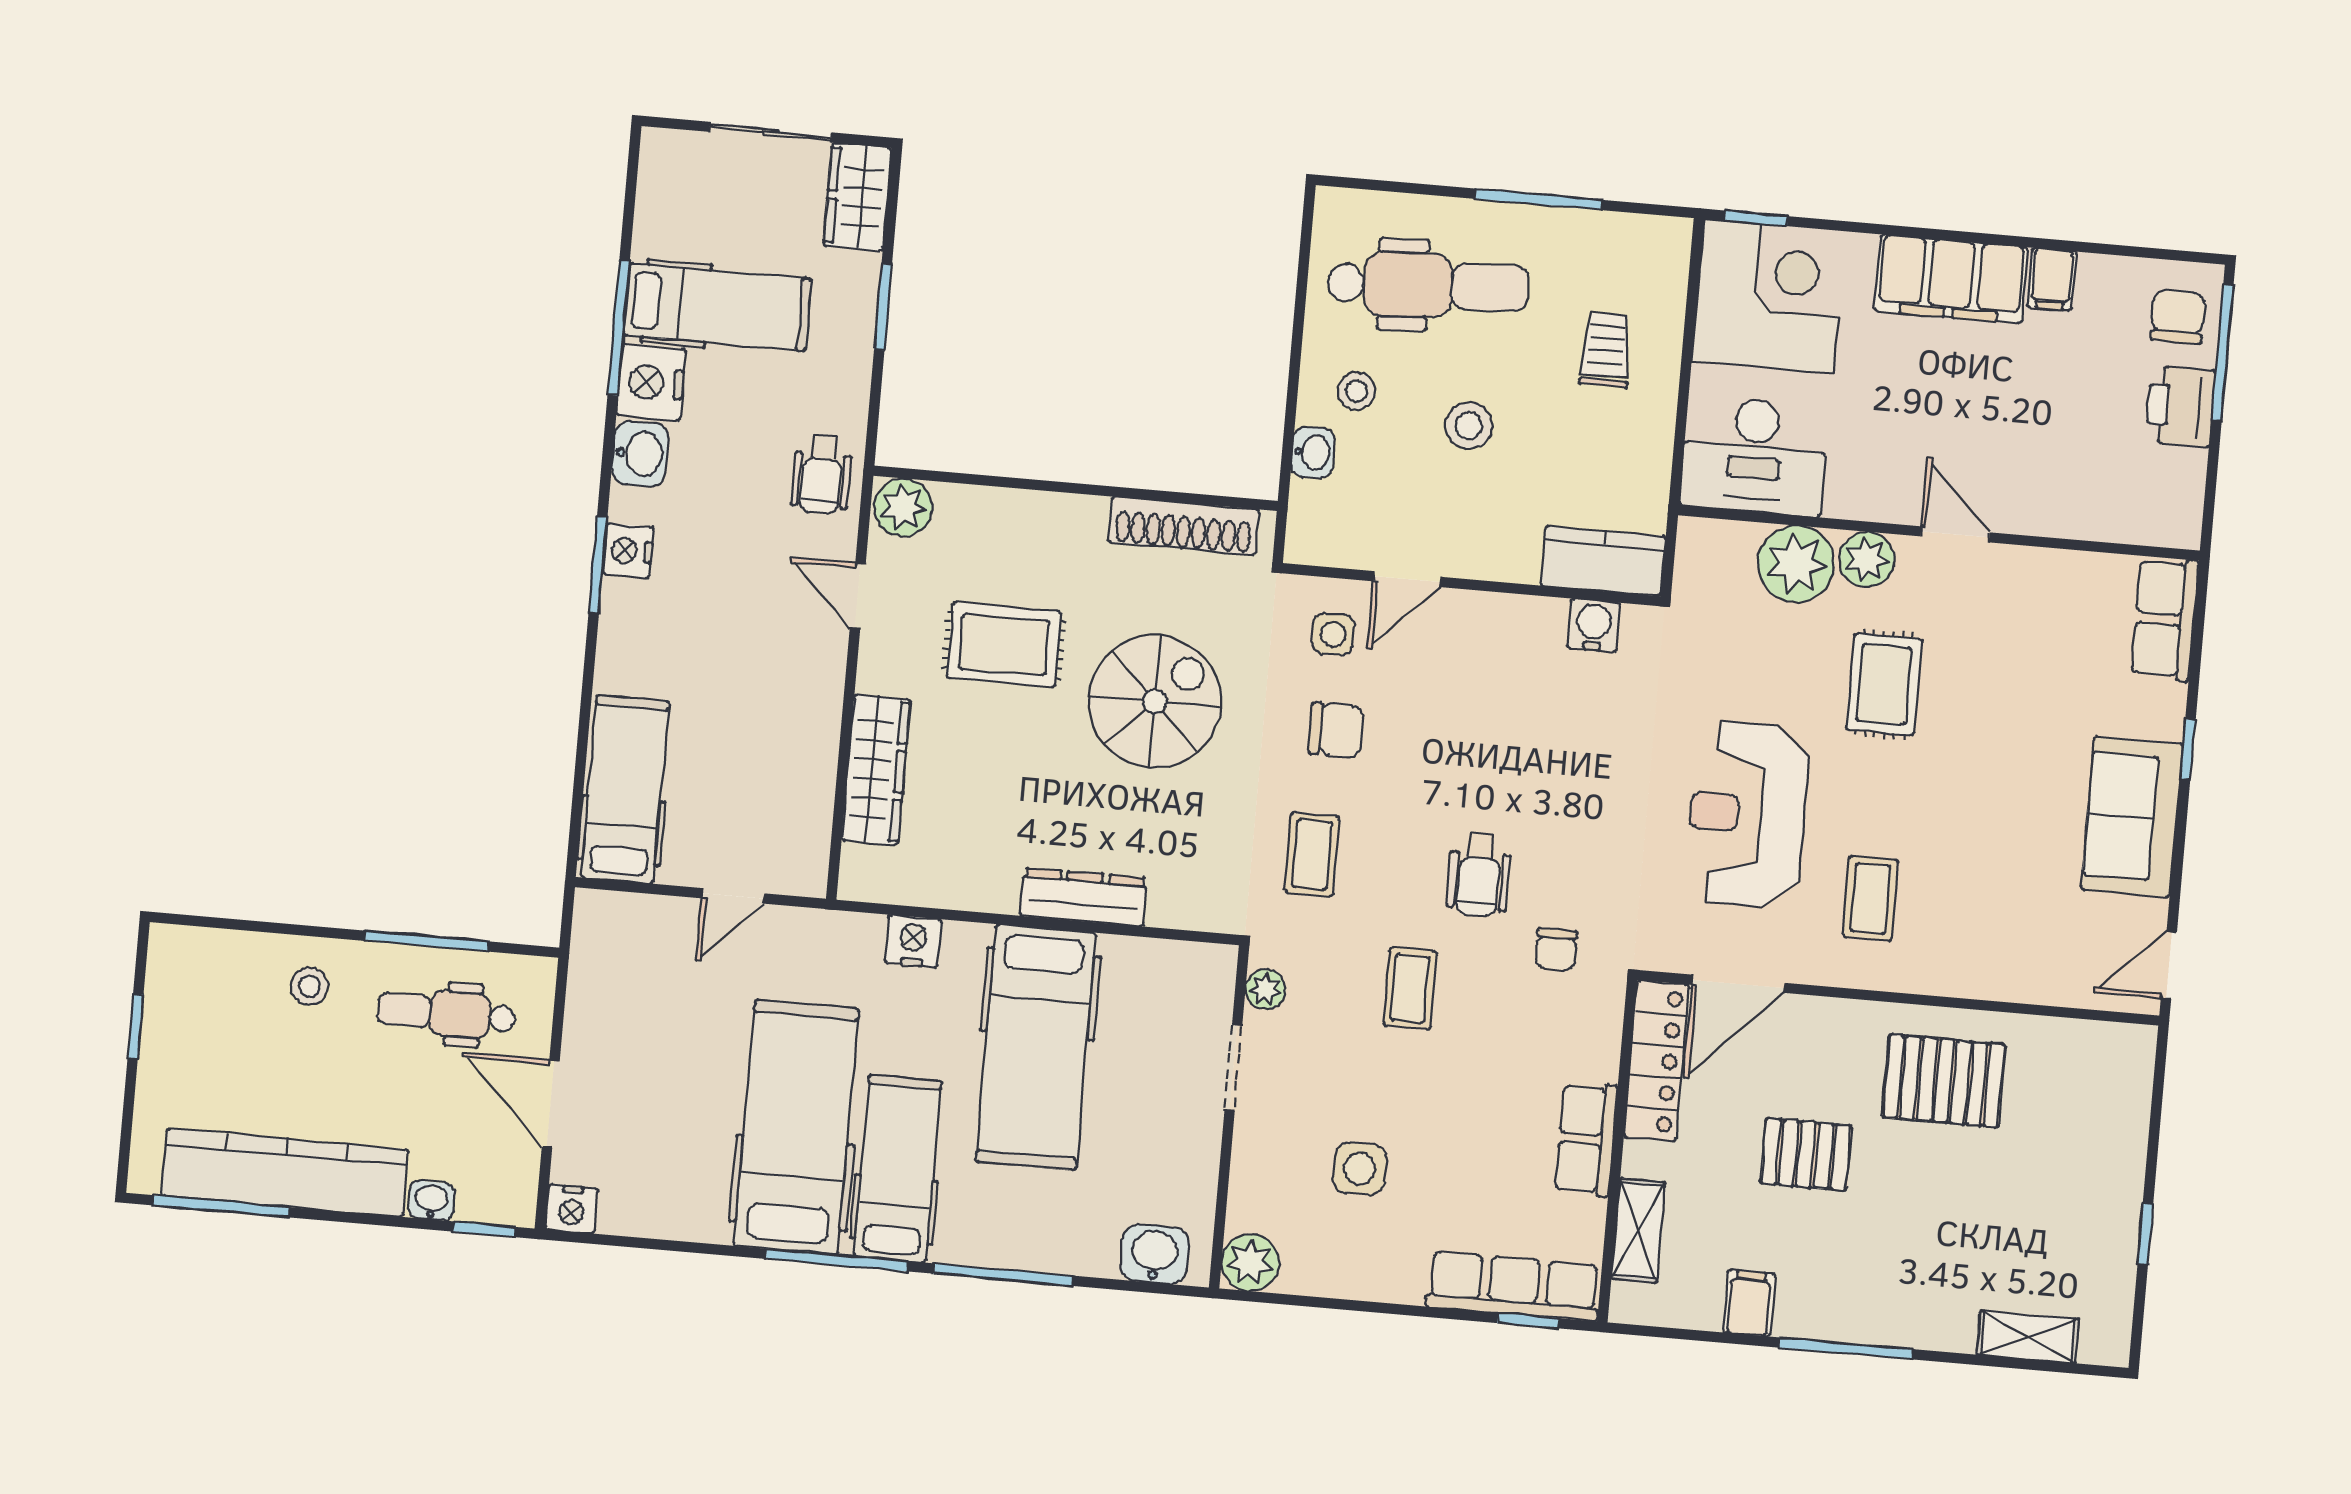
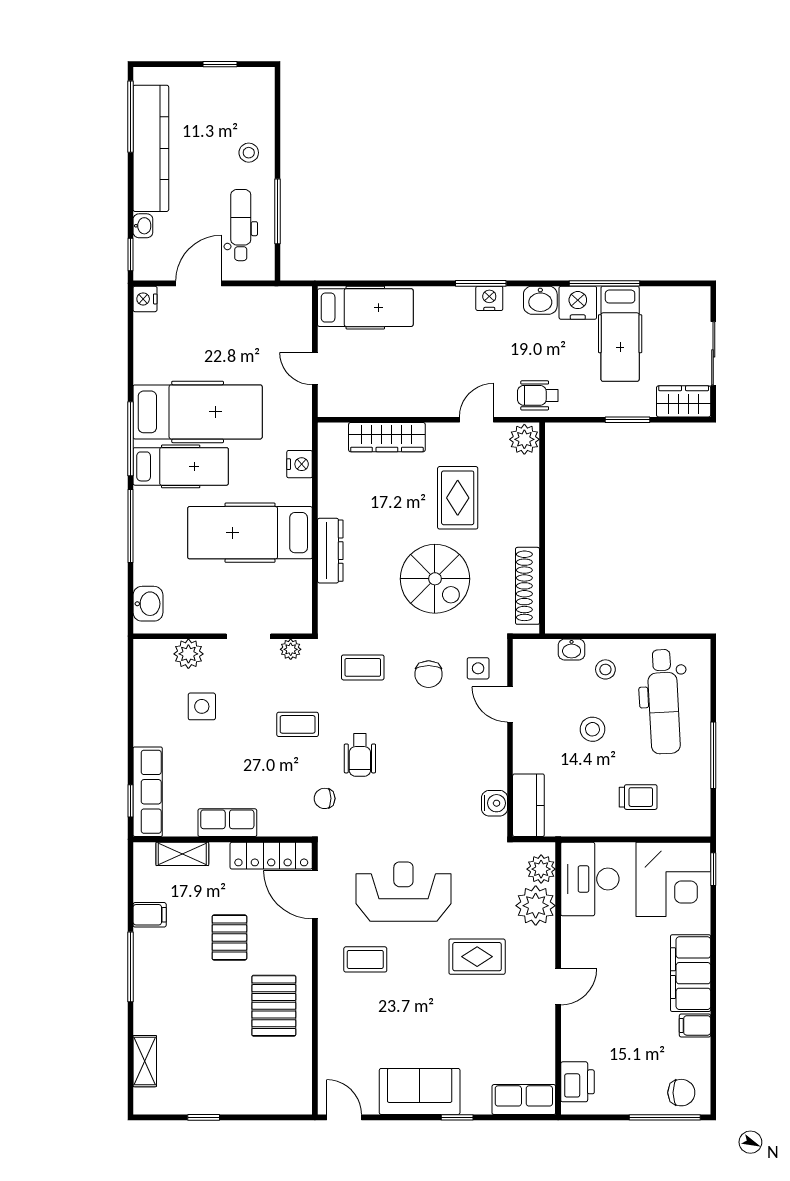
printer: (2181, 406) -> (578, 1082), moved, turned 90
plant: (1867, 560) -> (541, 869), moved
wheelchair: (1479, 874) -> (360, 755), turned -90
plant: (1250, 1262) -> (188, 654), moved

